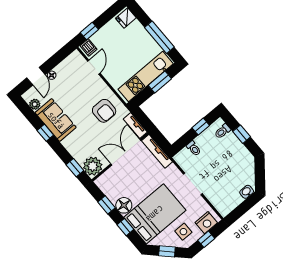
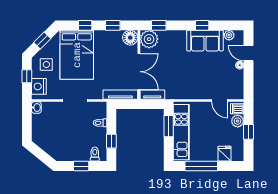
fridge: (126, 18) -> (224, 154), moved
window: (89, 31) -> (249, 132), moved
plant: (98, 39) -> (238, 121), added
window: (160, 82) -> (169, 126), moved
armchair: (104, 111) -> (182, 81), removed
washbasin: (247, 192) -> (36, 108), moved
floor lamp: (124, 205) -> (130, 38), moved

